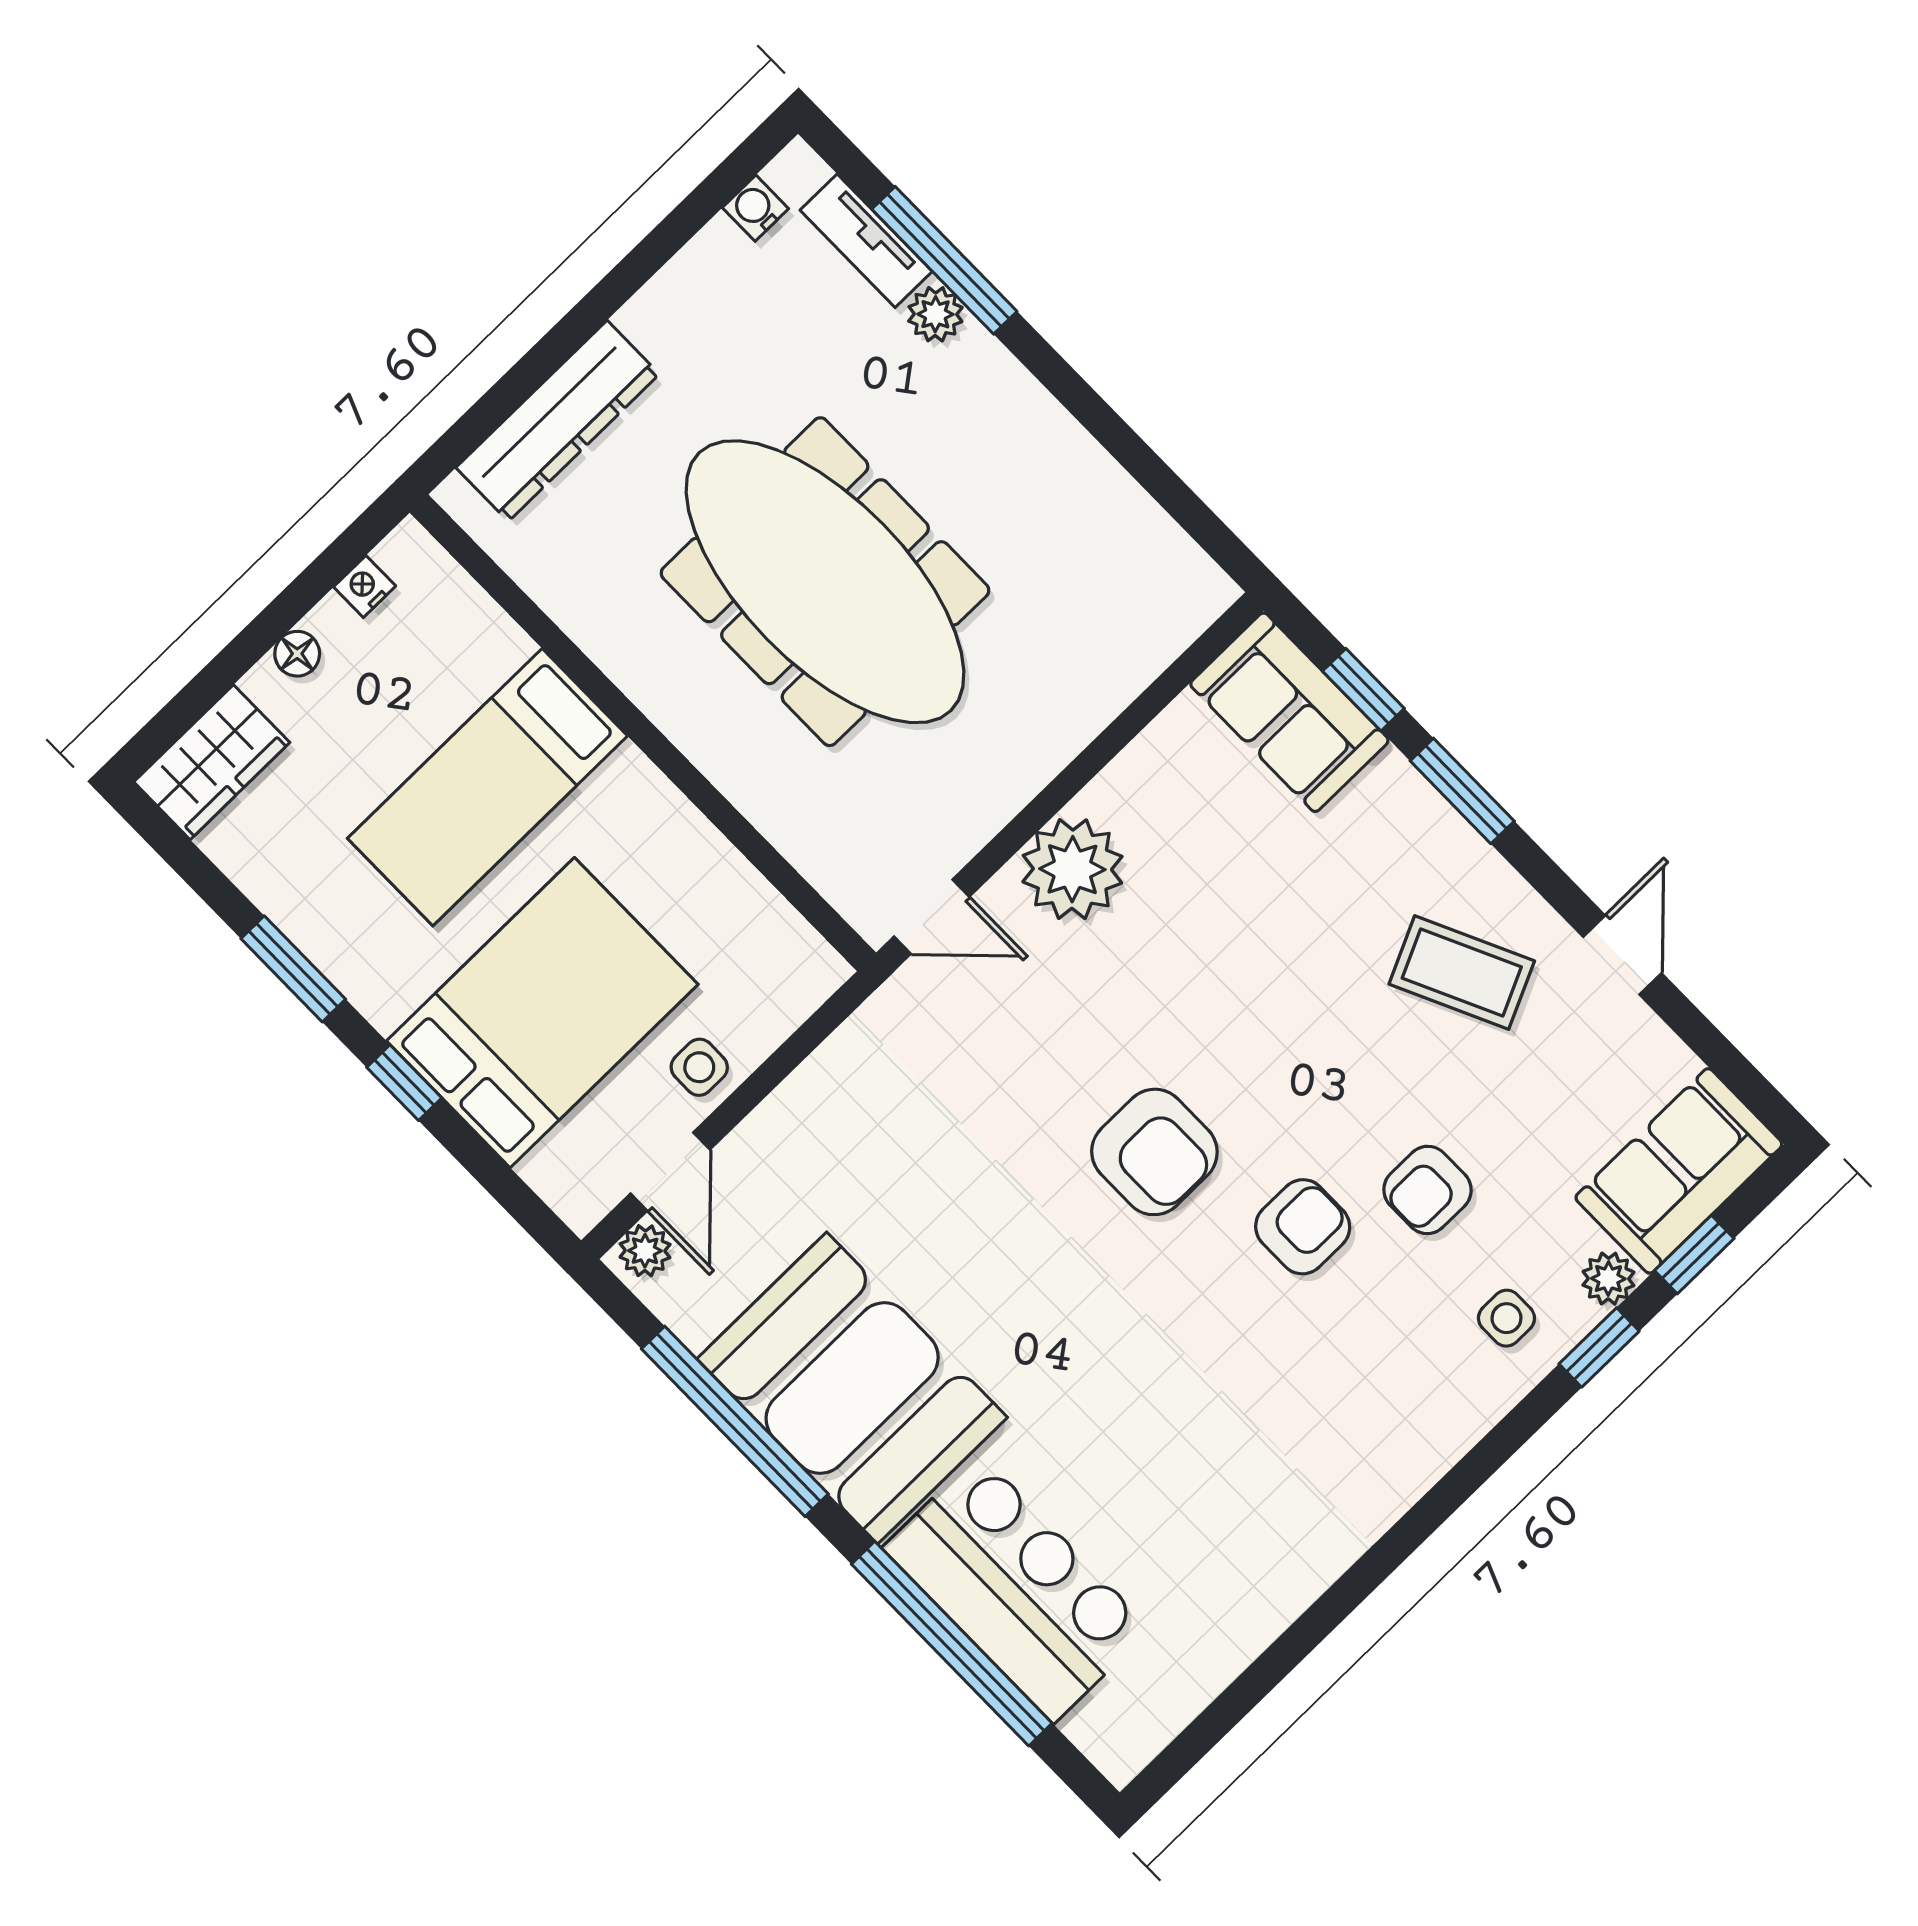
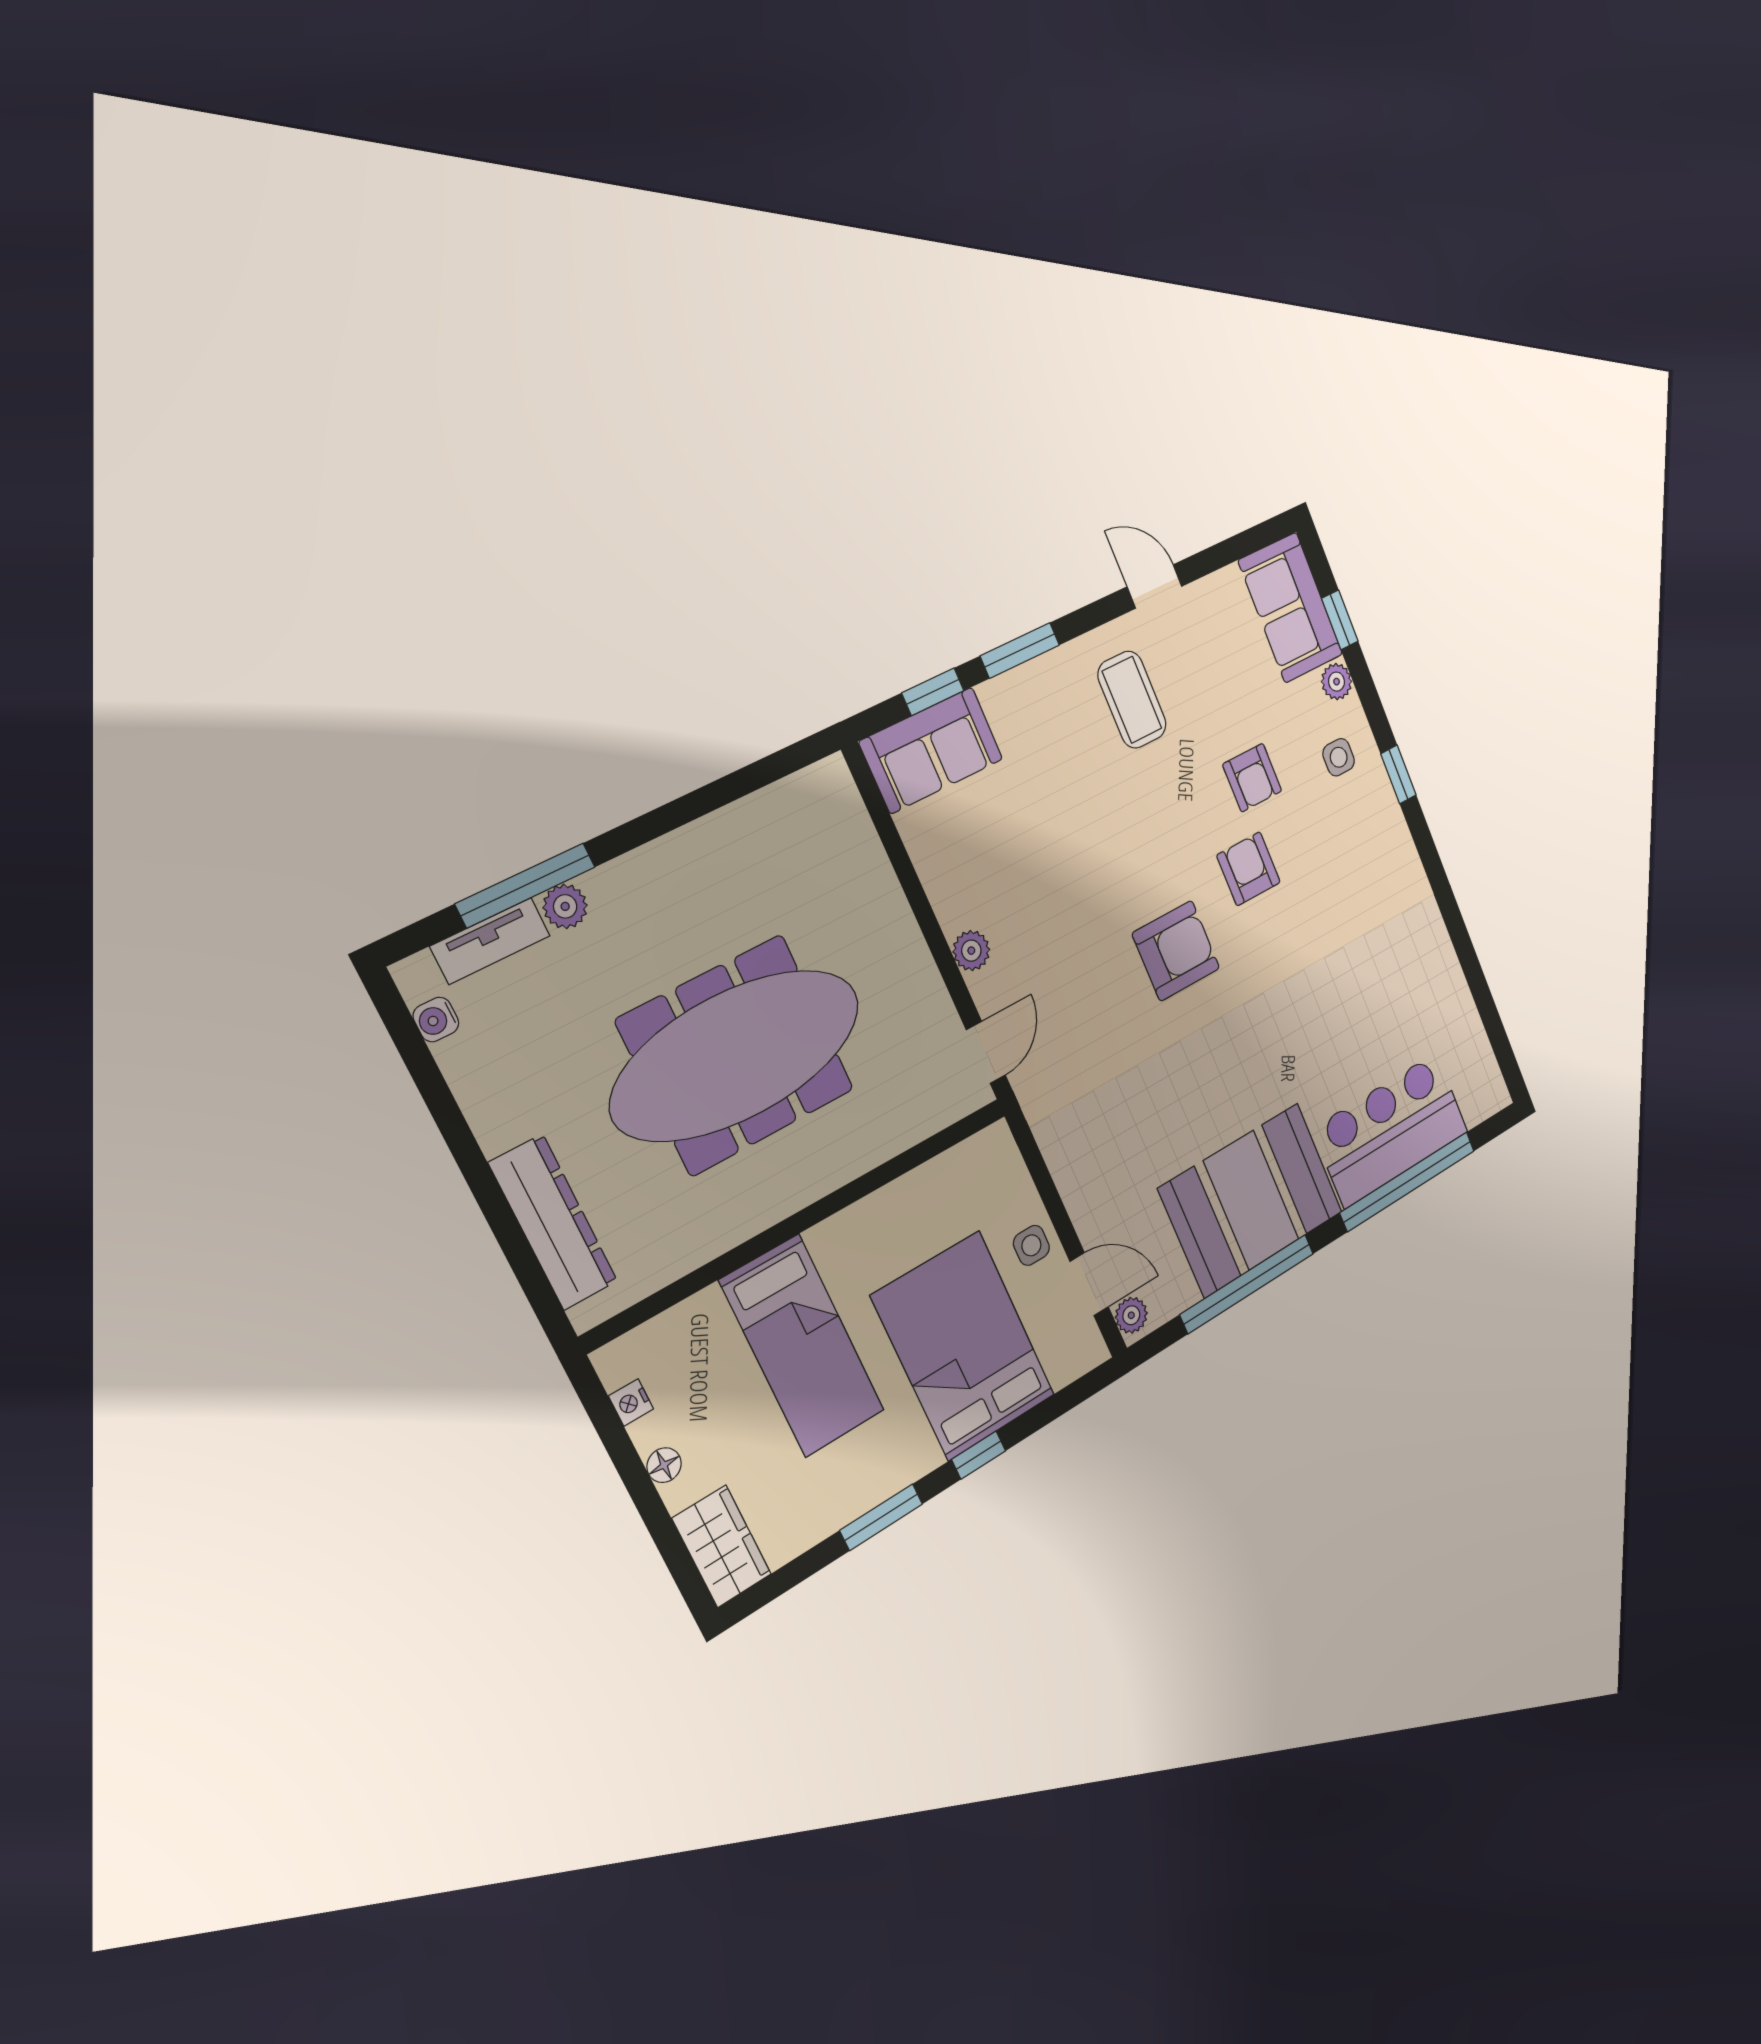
plant: (1072, 869) -> (971, 951), width x0.53, depth x0.53
coffee table: (1462, 972) -> (1132, 700), turned -65
window: (1599, 1347) -> (1398, 774), moved

